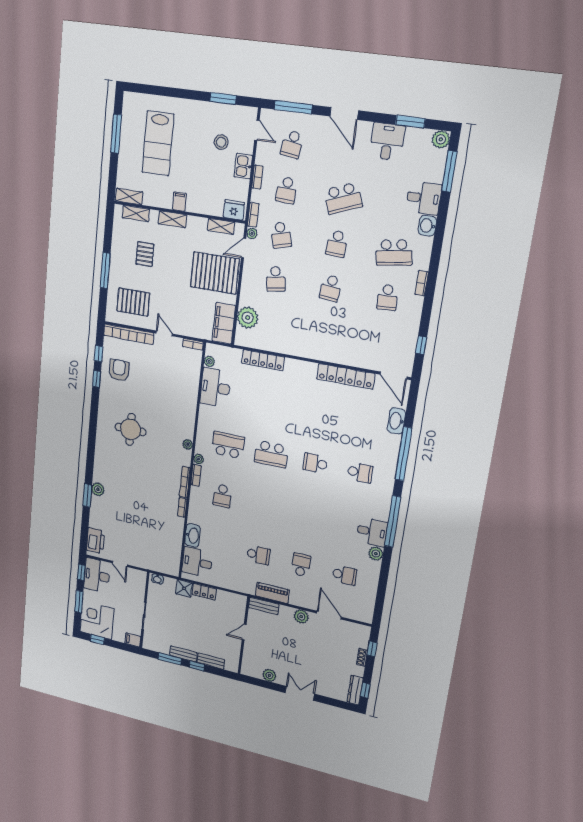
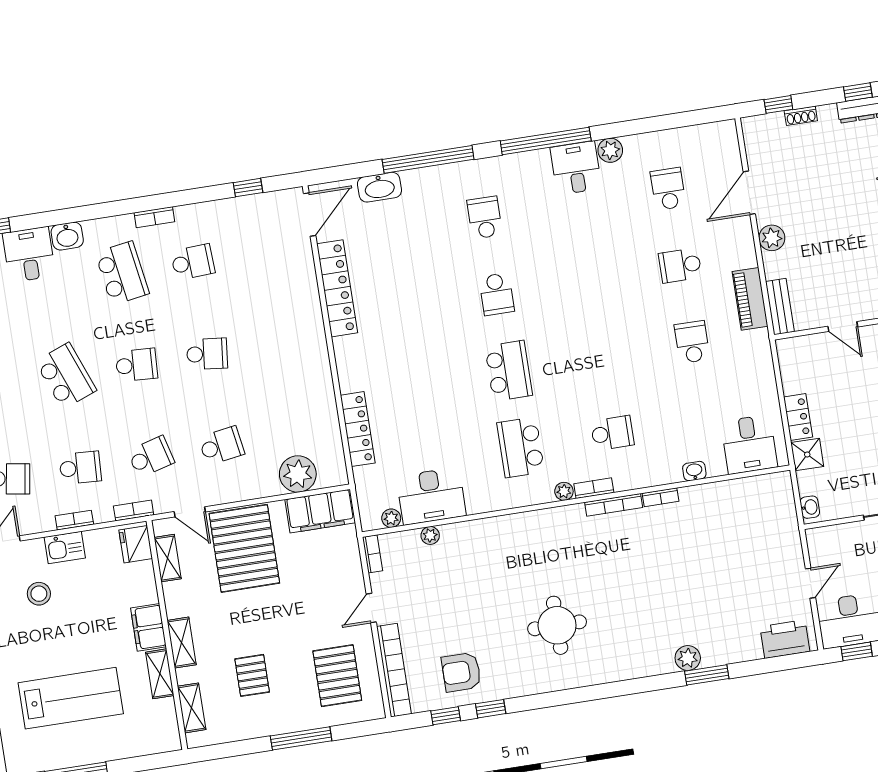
shelving: (129, 196) -> (160, 674), moved
filing cabinet: (179, 202) -> (148, 627), width x2.00
plant: (252, 233) -> (163, 504), removed
pallet: (145, 254) -> (252, 675), turned 90
plant: (188, 444) -> (430, 535), moved
washbasin: (193, 535) -> (694, 471), width x0.52, depth x0.69

